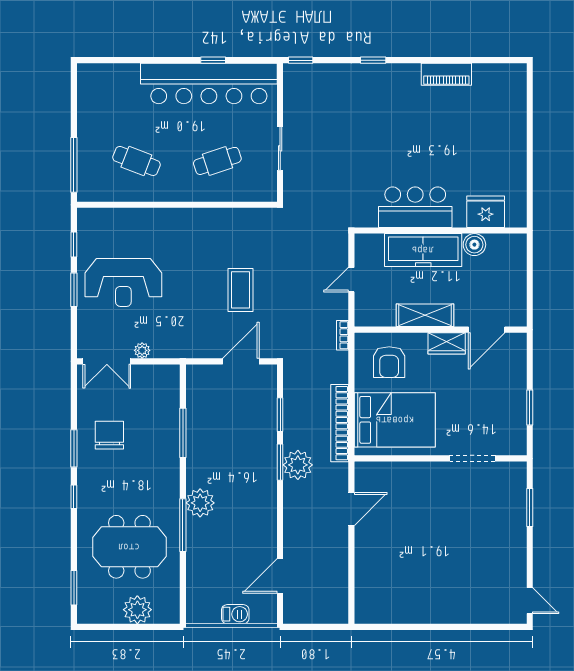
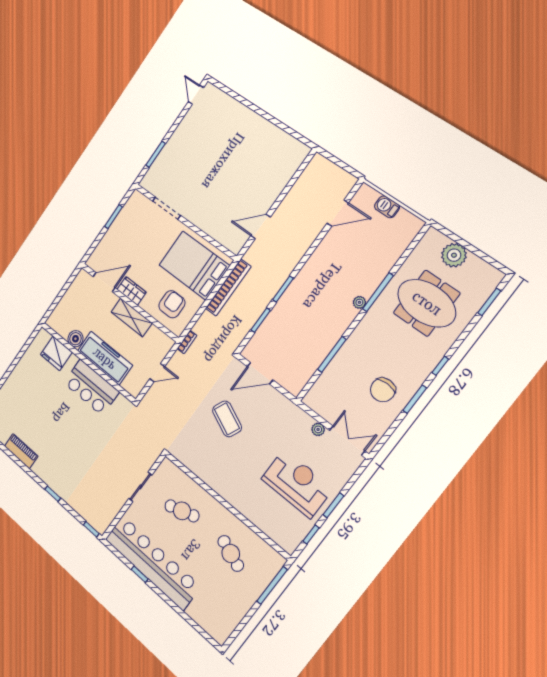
coffee table: (241, 290) -> (227, 419), turned -66
plant: (298, 465) -> (273, 279), removed
plant: (200, 503) -> (359, 302), width x0.53, depth x0.53

